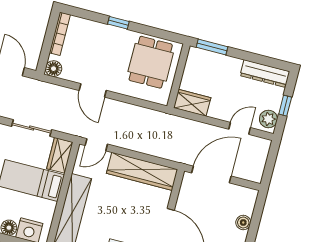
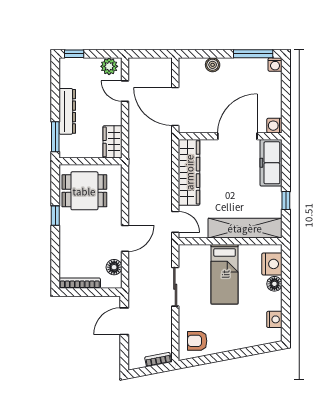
window: (118, 23) -> (55, 216), moved
floor lamp: (54, 69) -> (114, 267), moved
dresser: (265, 74) -> (67, 111), moved
window: (285, 106) -> (74, 54), moved
wardrobe: (60, 155) -> (194, 254), removed

